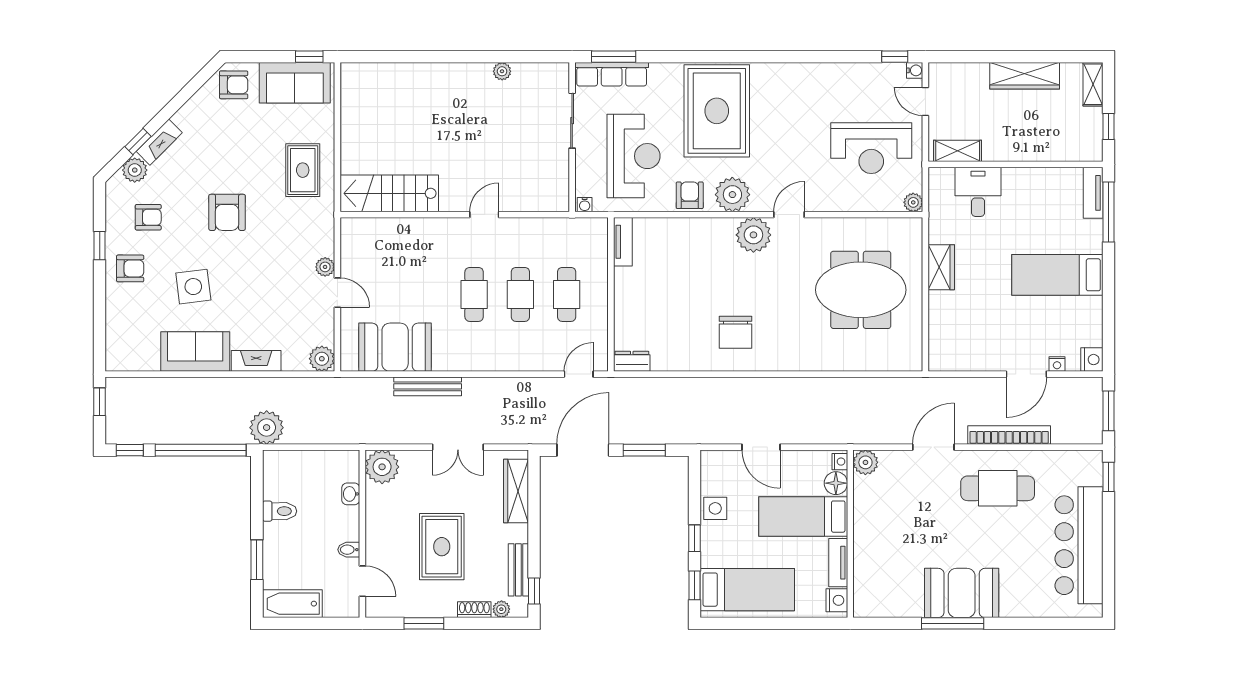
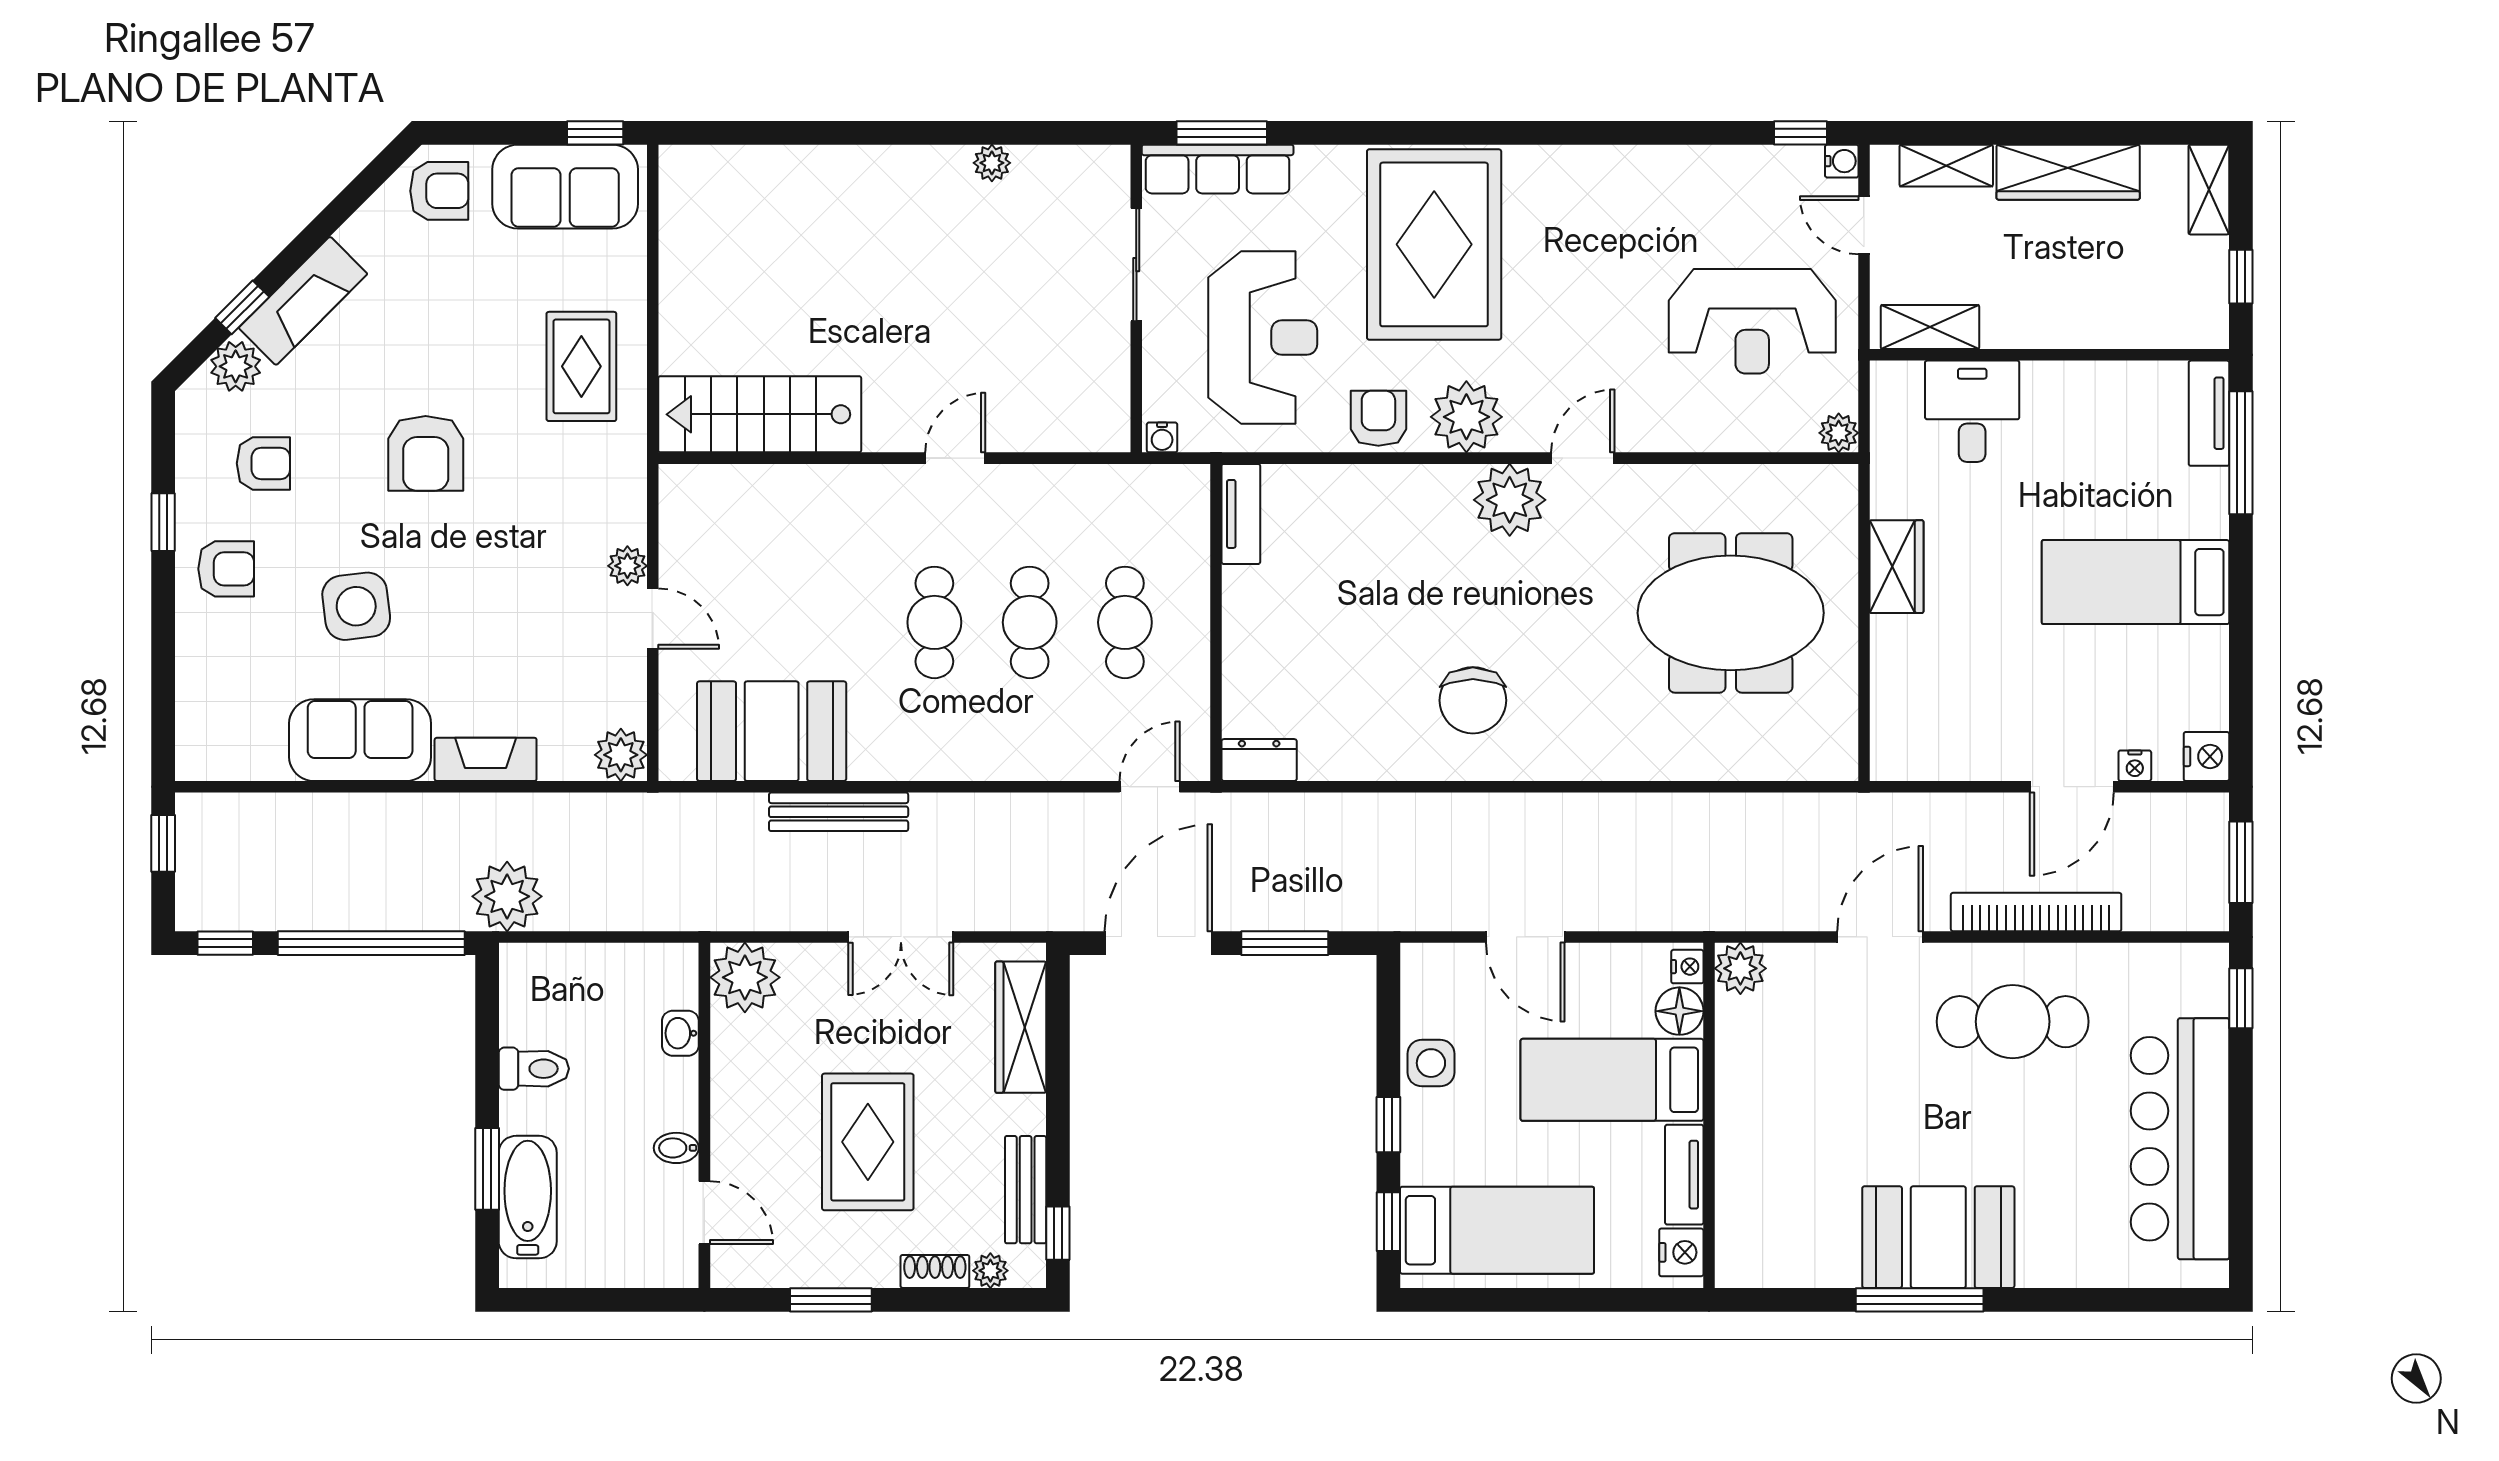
shelving: (965, 73) -> (1946, 166), added
fireplace: (159, 142) -> (303, 301), width x1.37, depth x1.32
bathtub: (292, 604) -> (528, 1197), moved, turned 90

